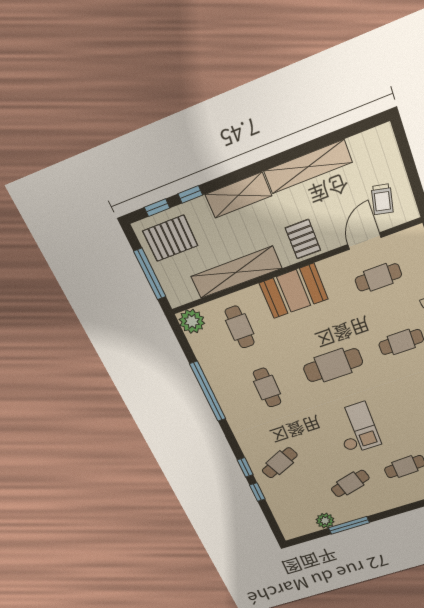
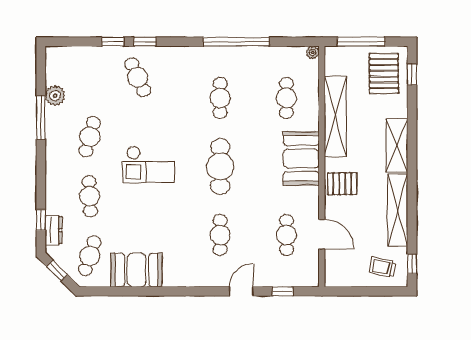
window: (190, 194) -> (412, 264), moved
trolley: (382, 199) -> (382, 267), moved
plant: (192, 321) -> (313, 52), width x0.53, depth x0.53
cafe table: (240, 327) -> (286, 98), turned 90
cafe table: (267, 388) -> (220, 98), turned 90
cafe table: (350, 483) -> (90, 137), turned 30

